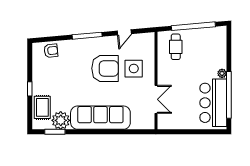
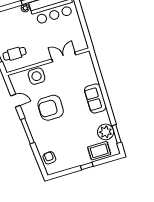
armchair: (105, 68) -> (51, 108), turned -90
side table: (134, 69) -> (37, 76), moved
sofa: (100, 118) -> (95, 99), width x0.54, depth x0.79

